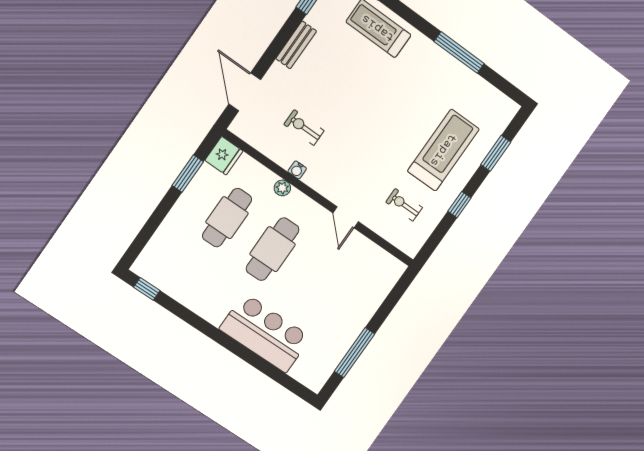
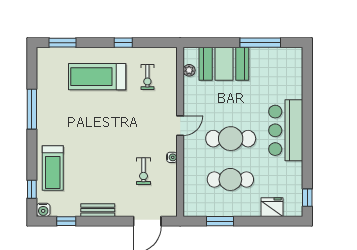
window: (496, 153) -> (62, 43), moved
fridge: (224, 156) -> (272, 207), moved
plant: (282, 188) -> (189, 70), moved
door: (346, 217) -> (180, 126), moved
booth: (360, 298) -> (224, 64), added
bar counter: (265, 333) -> (286, 130), moved

